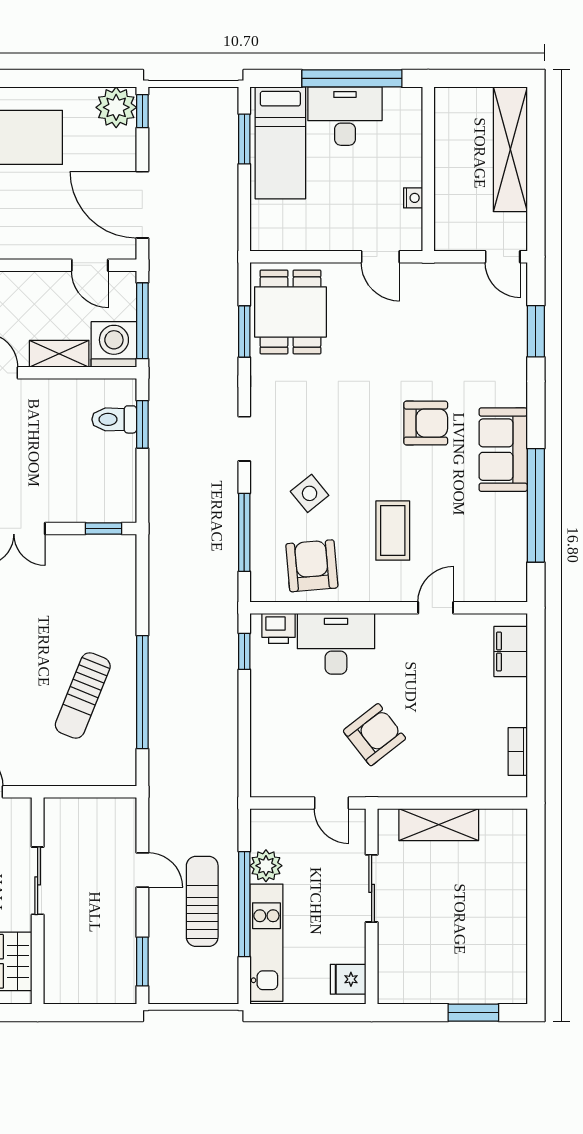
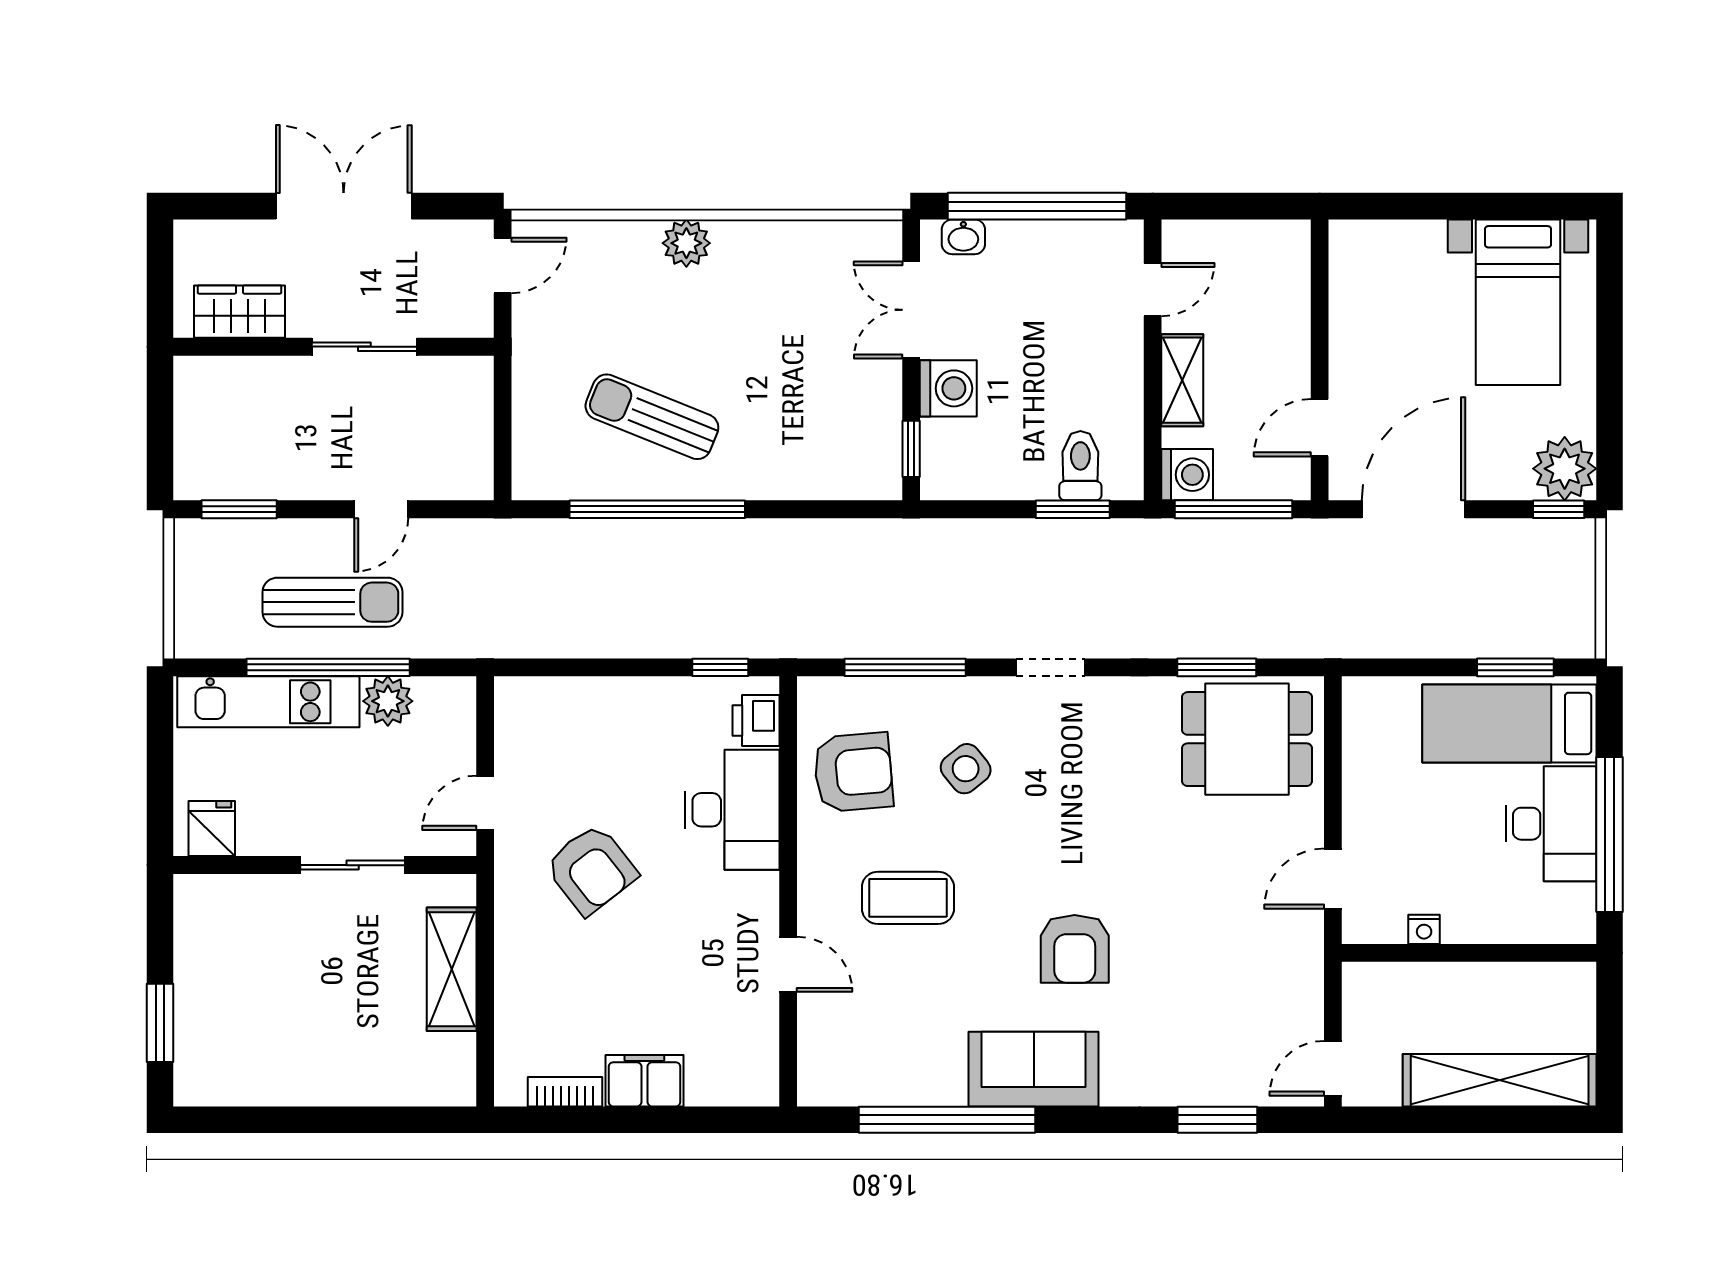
washing machine: (114, 344) -> (1187, 475), width x0.73, depth x0.73
washing machine: (64, 505) -> (948, 388), added
filing cabinet: (511, 651) -> (644, 1081), moved

